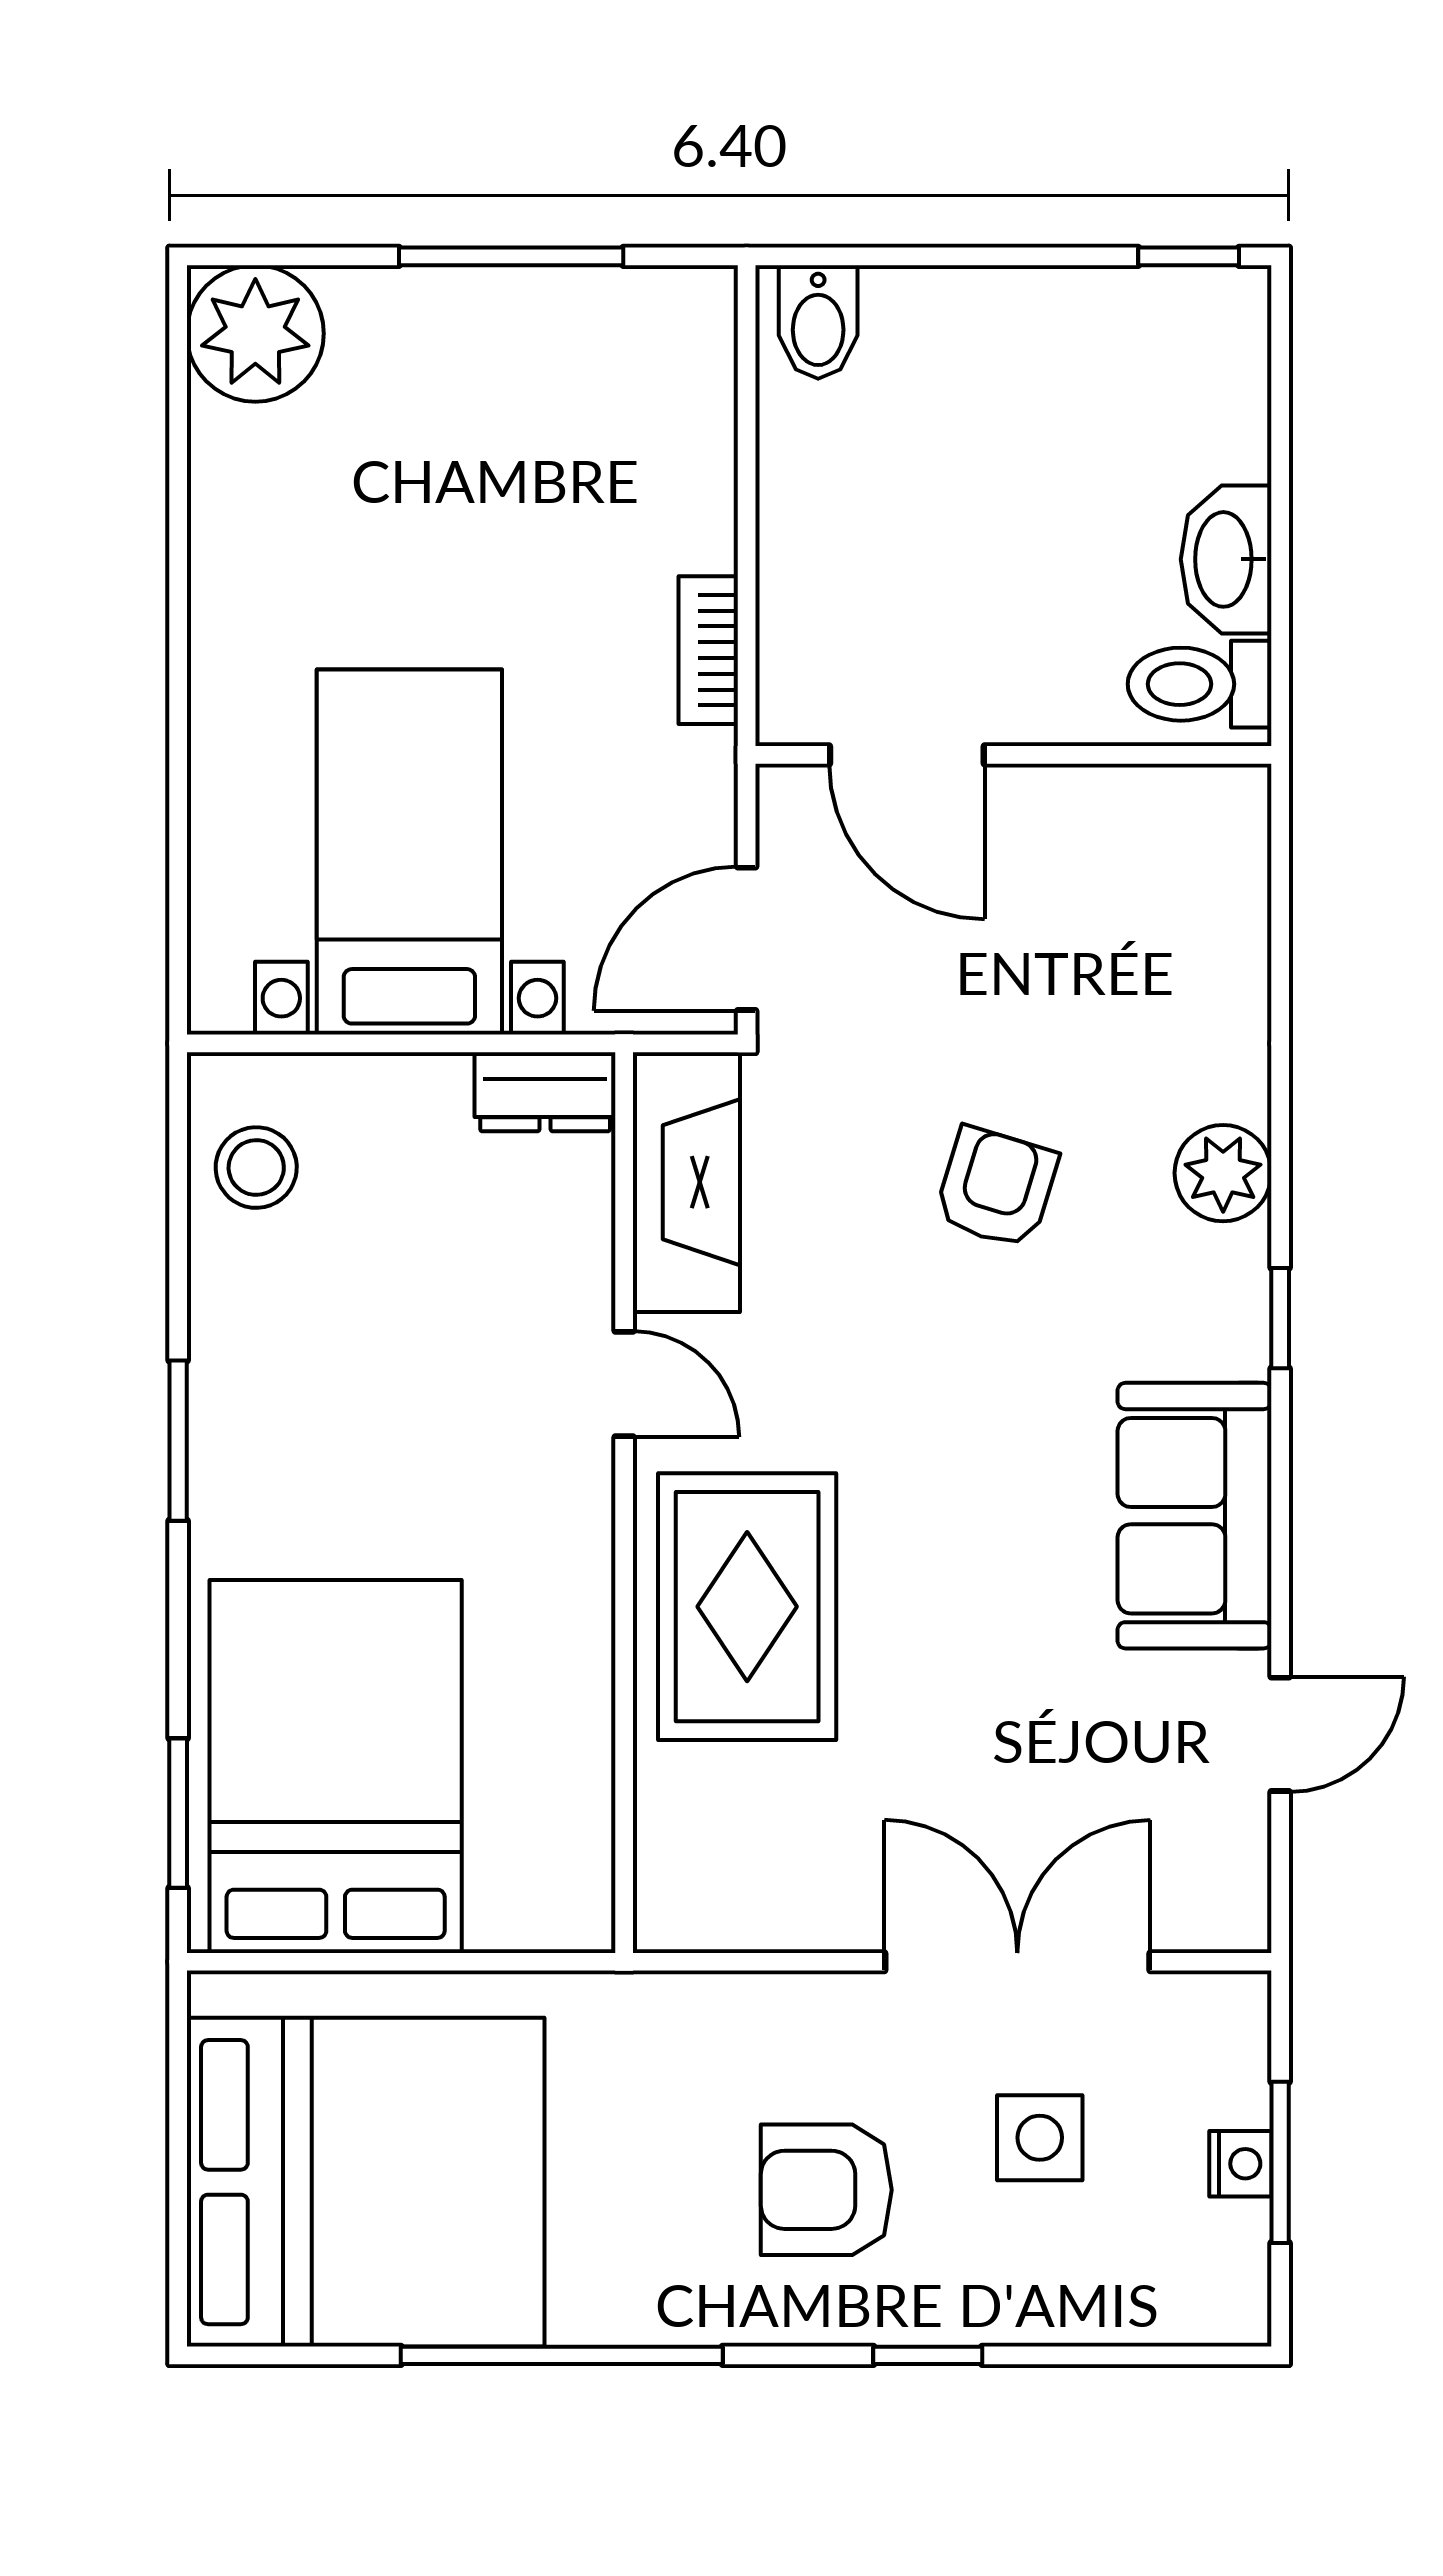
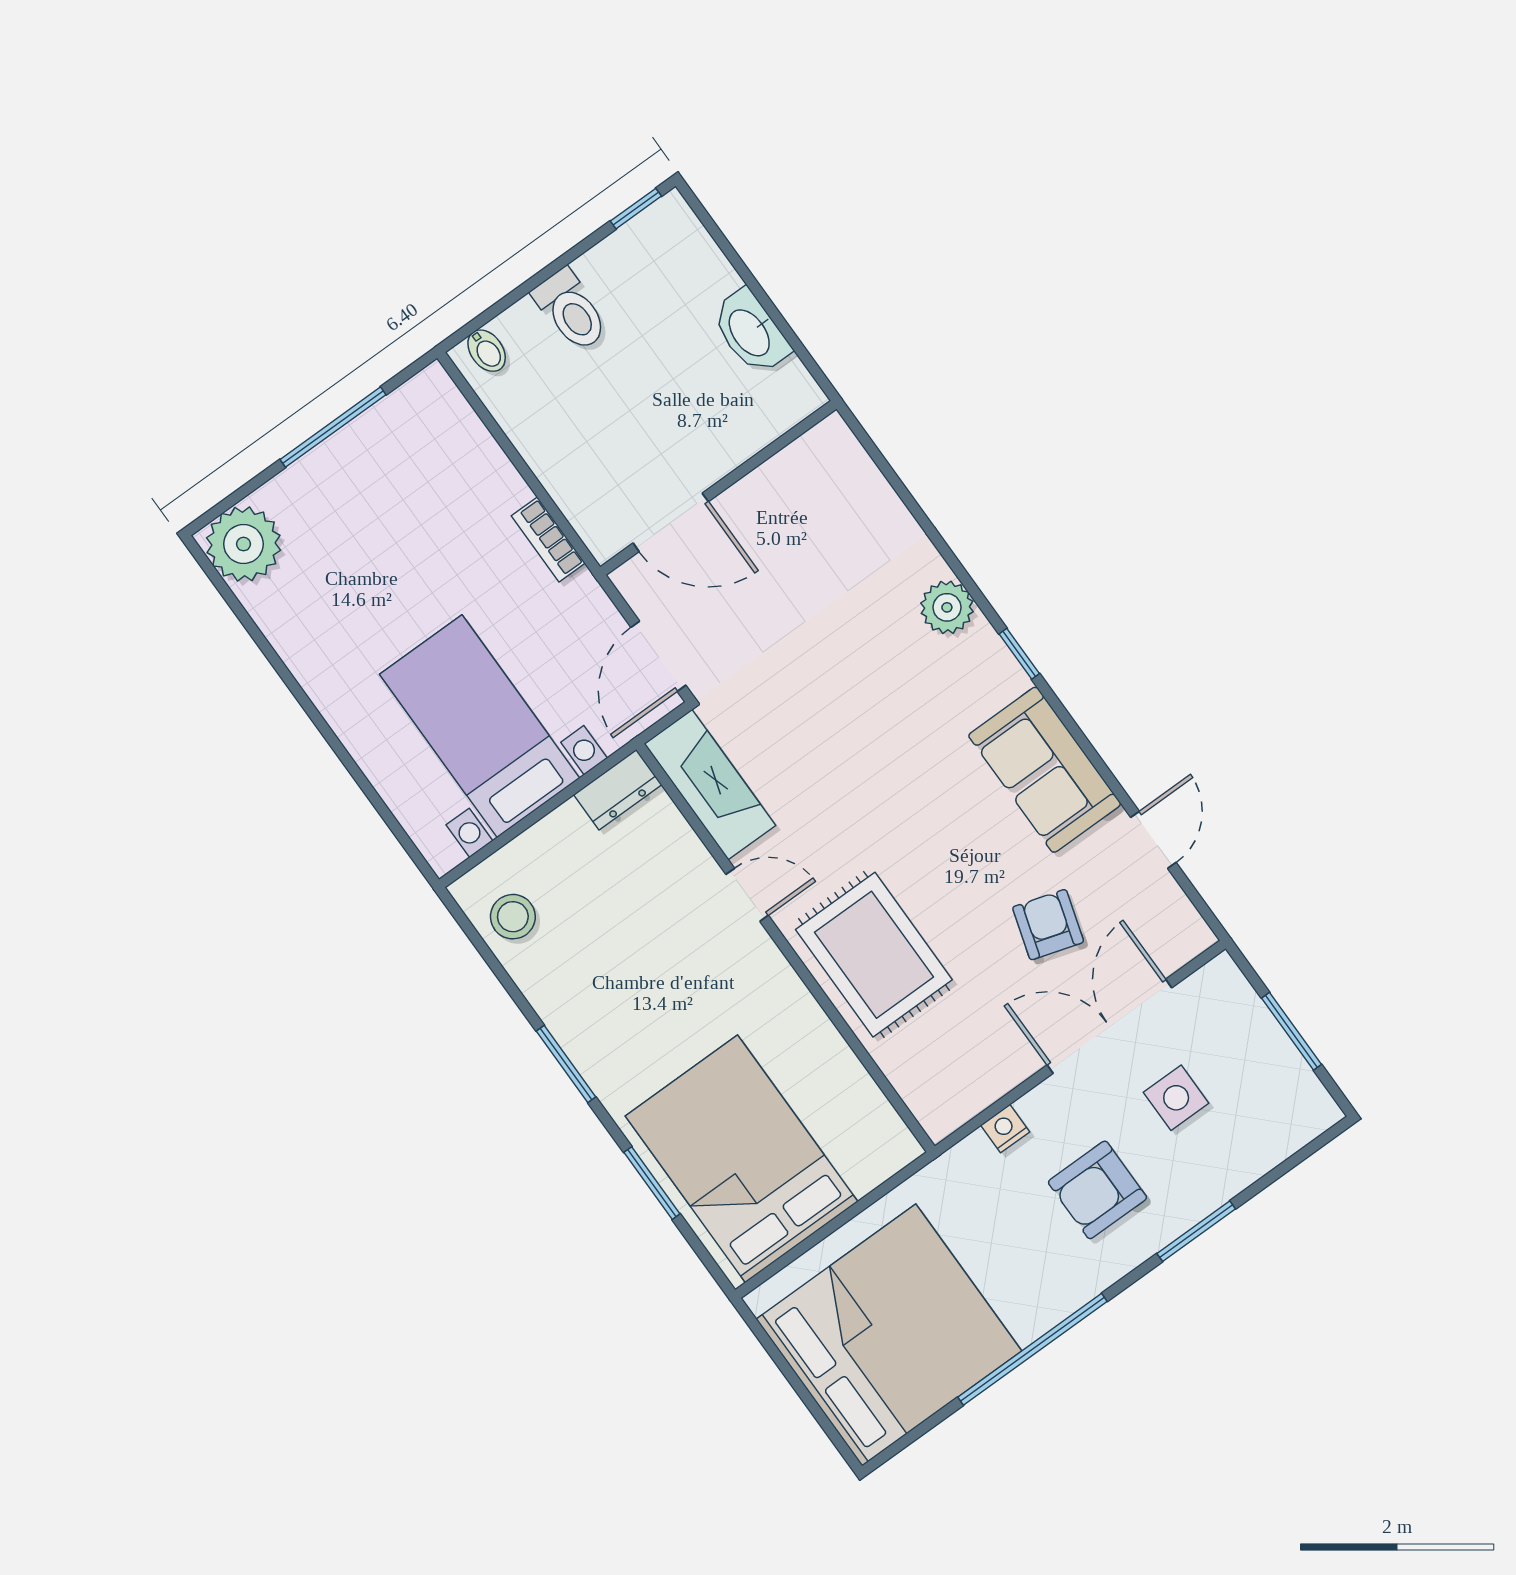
bidet: (818, 322) -> (487, 351), width x0.72, depth x0.74
toilet: (1200, 684) -> (571, 310), moved, turned -90
armchair: (996, 1188) -> (1048, 925), moved
window: (178, 1813) -> (652, 1183), moved
nightstand: (1240, 2164) -> (1005, 1128), moved, turned -90
window: (928, 2355) -> (1196, 1231), width x1.50

